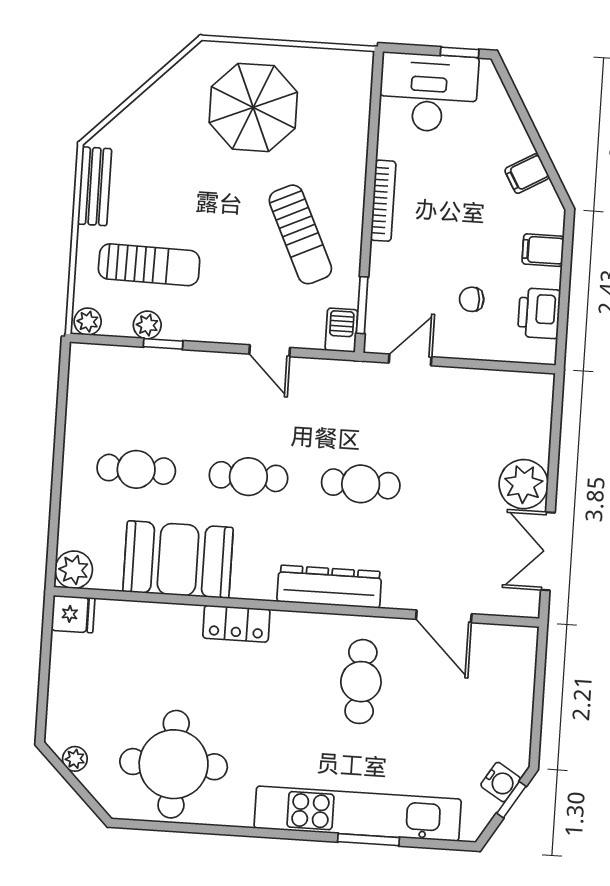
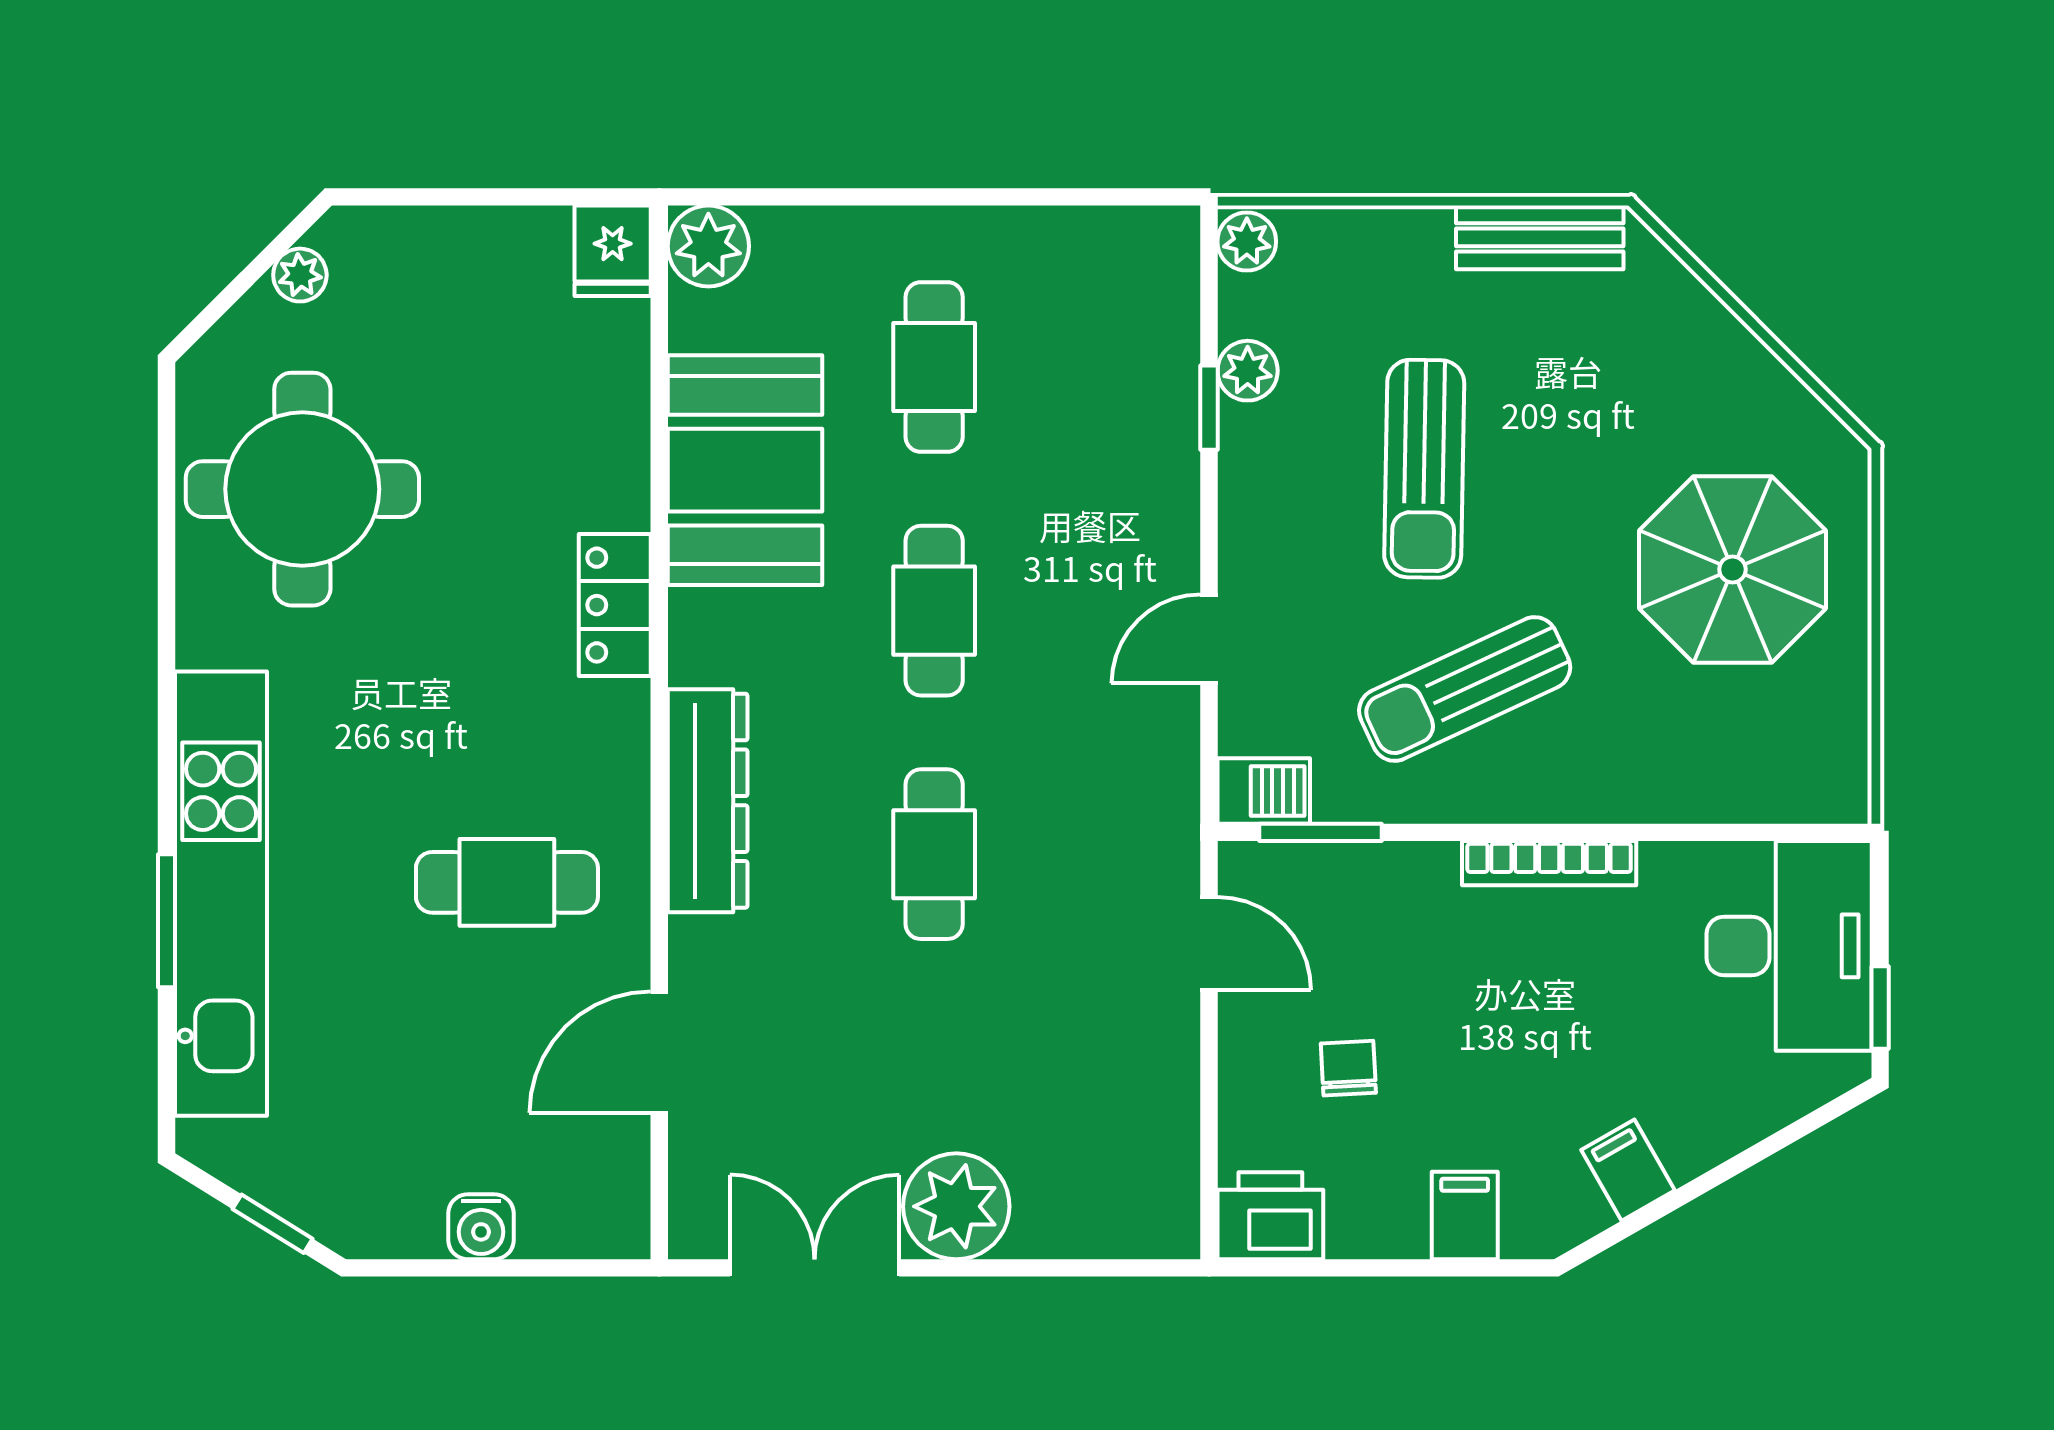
sun lounger: (149, 265) -> (1424, 469), moved
printer: (539, 313) -> (1270, 1216), moved
water cooler: (501, 782) -> (481, 1227), moved, turned -32

